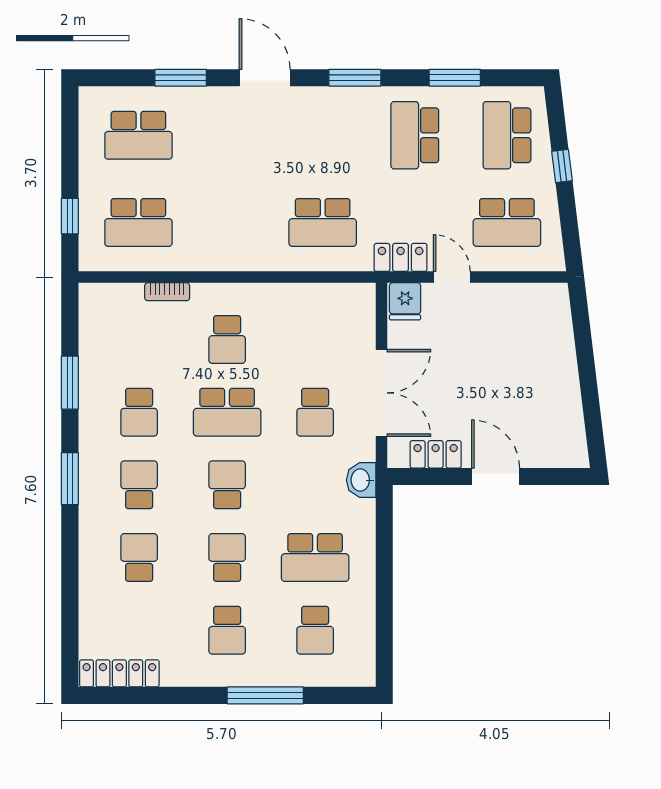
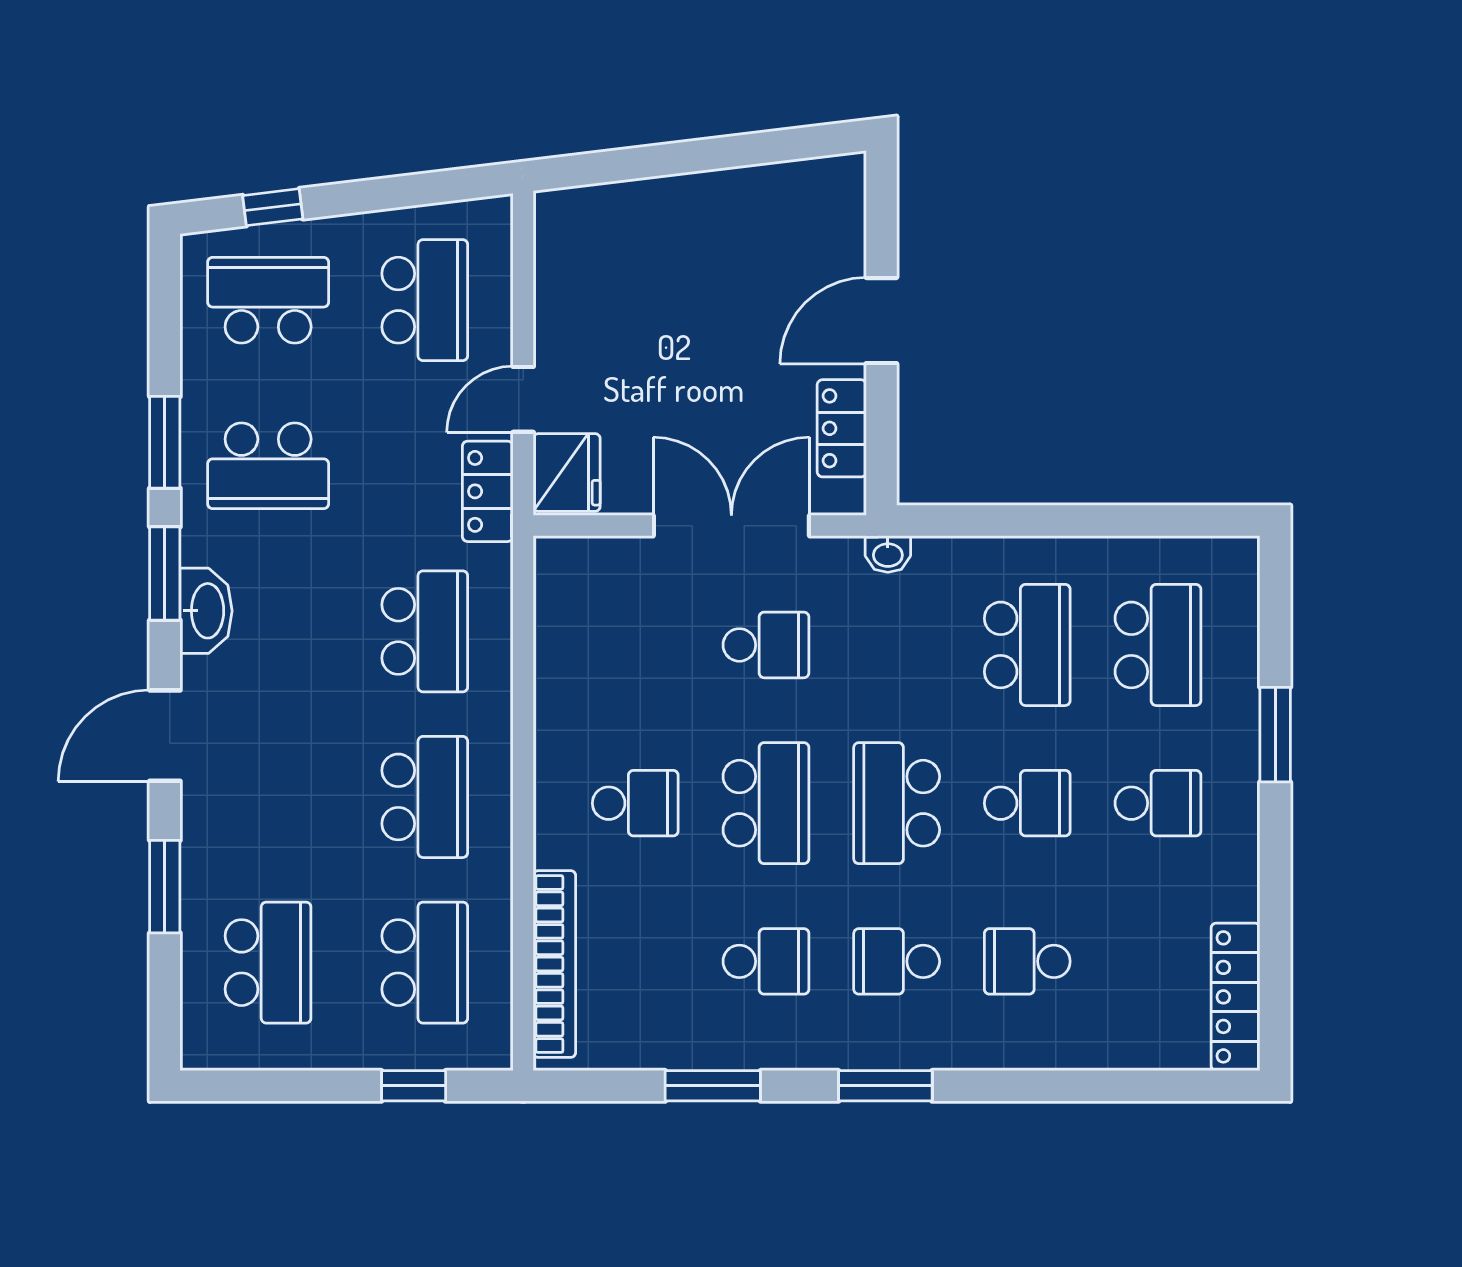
window: (455, 78) -> (165, 442), moved
washbasin: (334, 101) -> (206, 611), added
school desk: (507, 135) -> (268, 300), turned 180
window: (562, 166) -> (273, 207), moved
school desk: (231, 222) -> (425, 797), added
bookcase: (167, 292) -> (554, 964), width x2.31, depth x1.31
fridge: (405, 301) -> (567, 473), width x1.38
washbasin: (361, 480) -> (888, 554), width x0.72, depth x0.69
school desk: (227, 485) -> (897, 803), width x1.85
school desk: (227, 558) -> (1027, 803), turned 180
school desk: (315, 630) -> (1158, 645), width x1.85
window: (265, 695) -> (1275, 735), width x0.69

